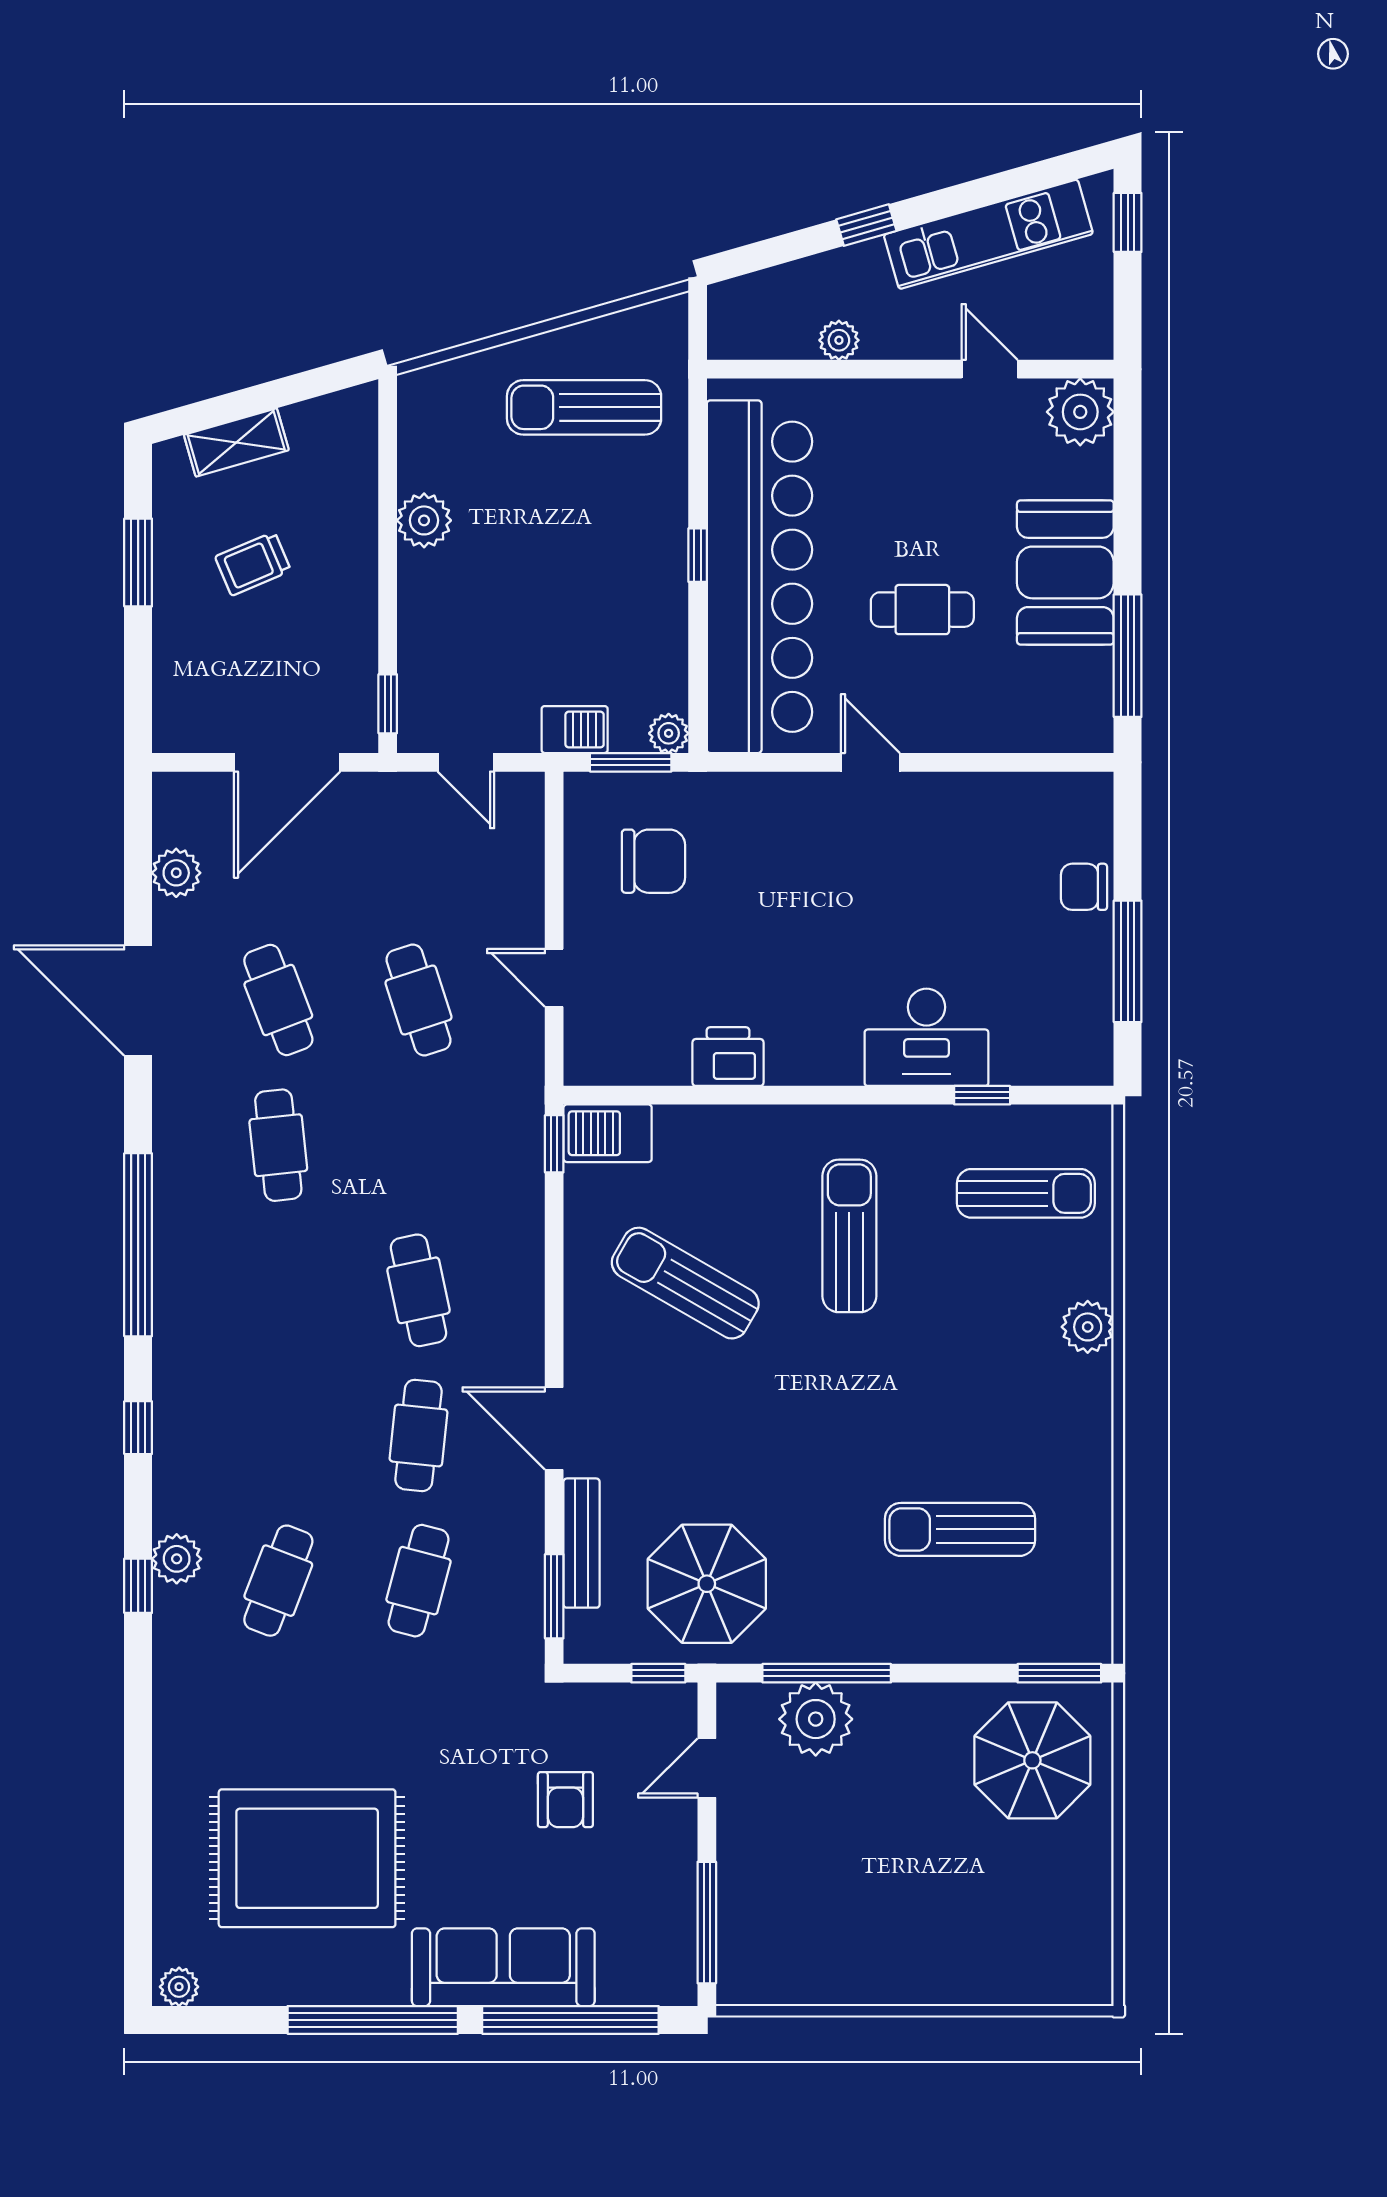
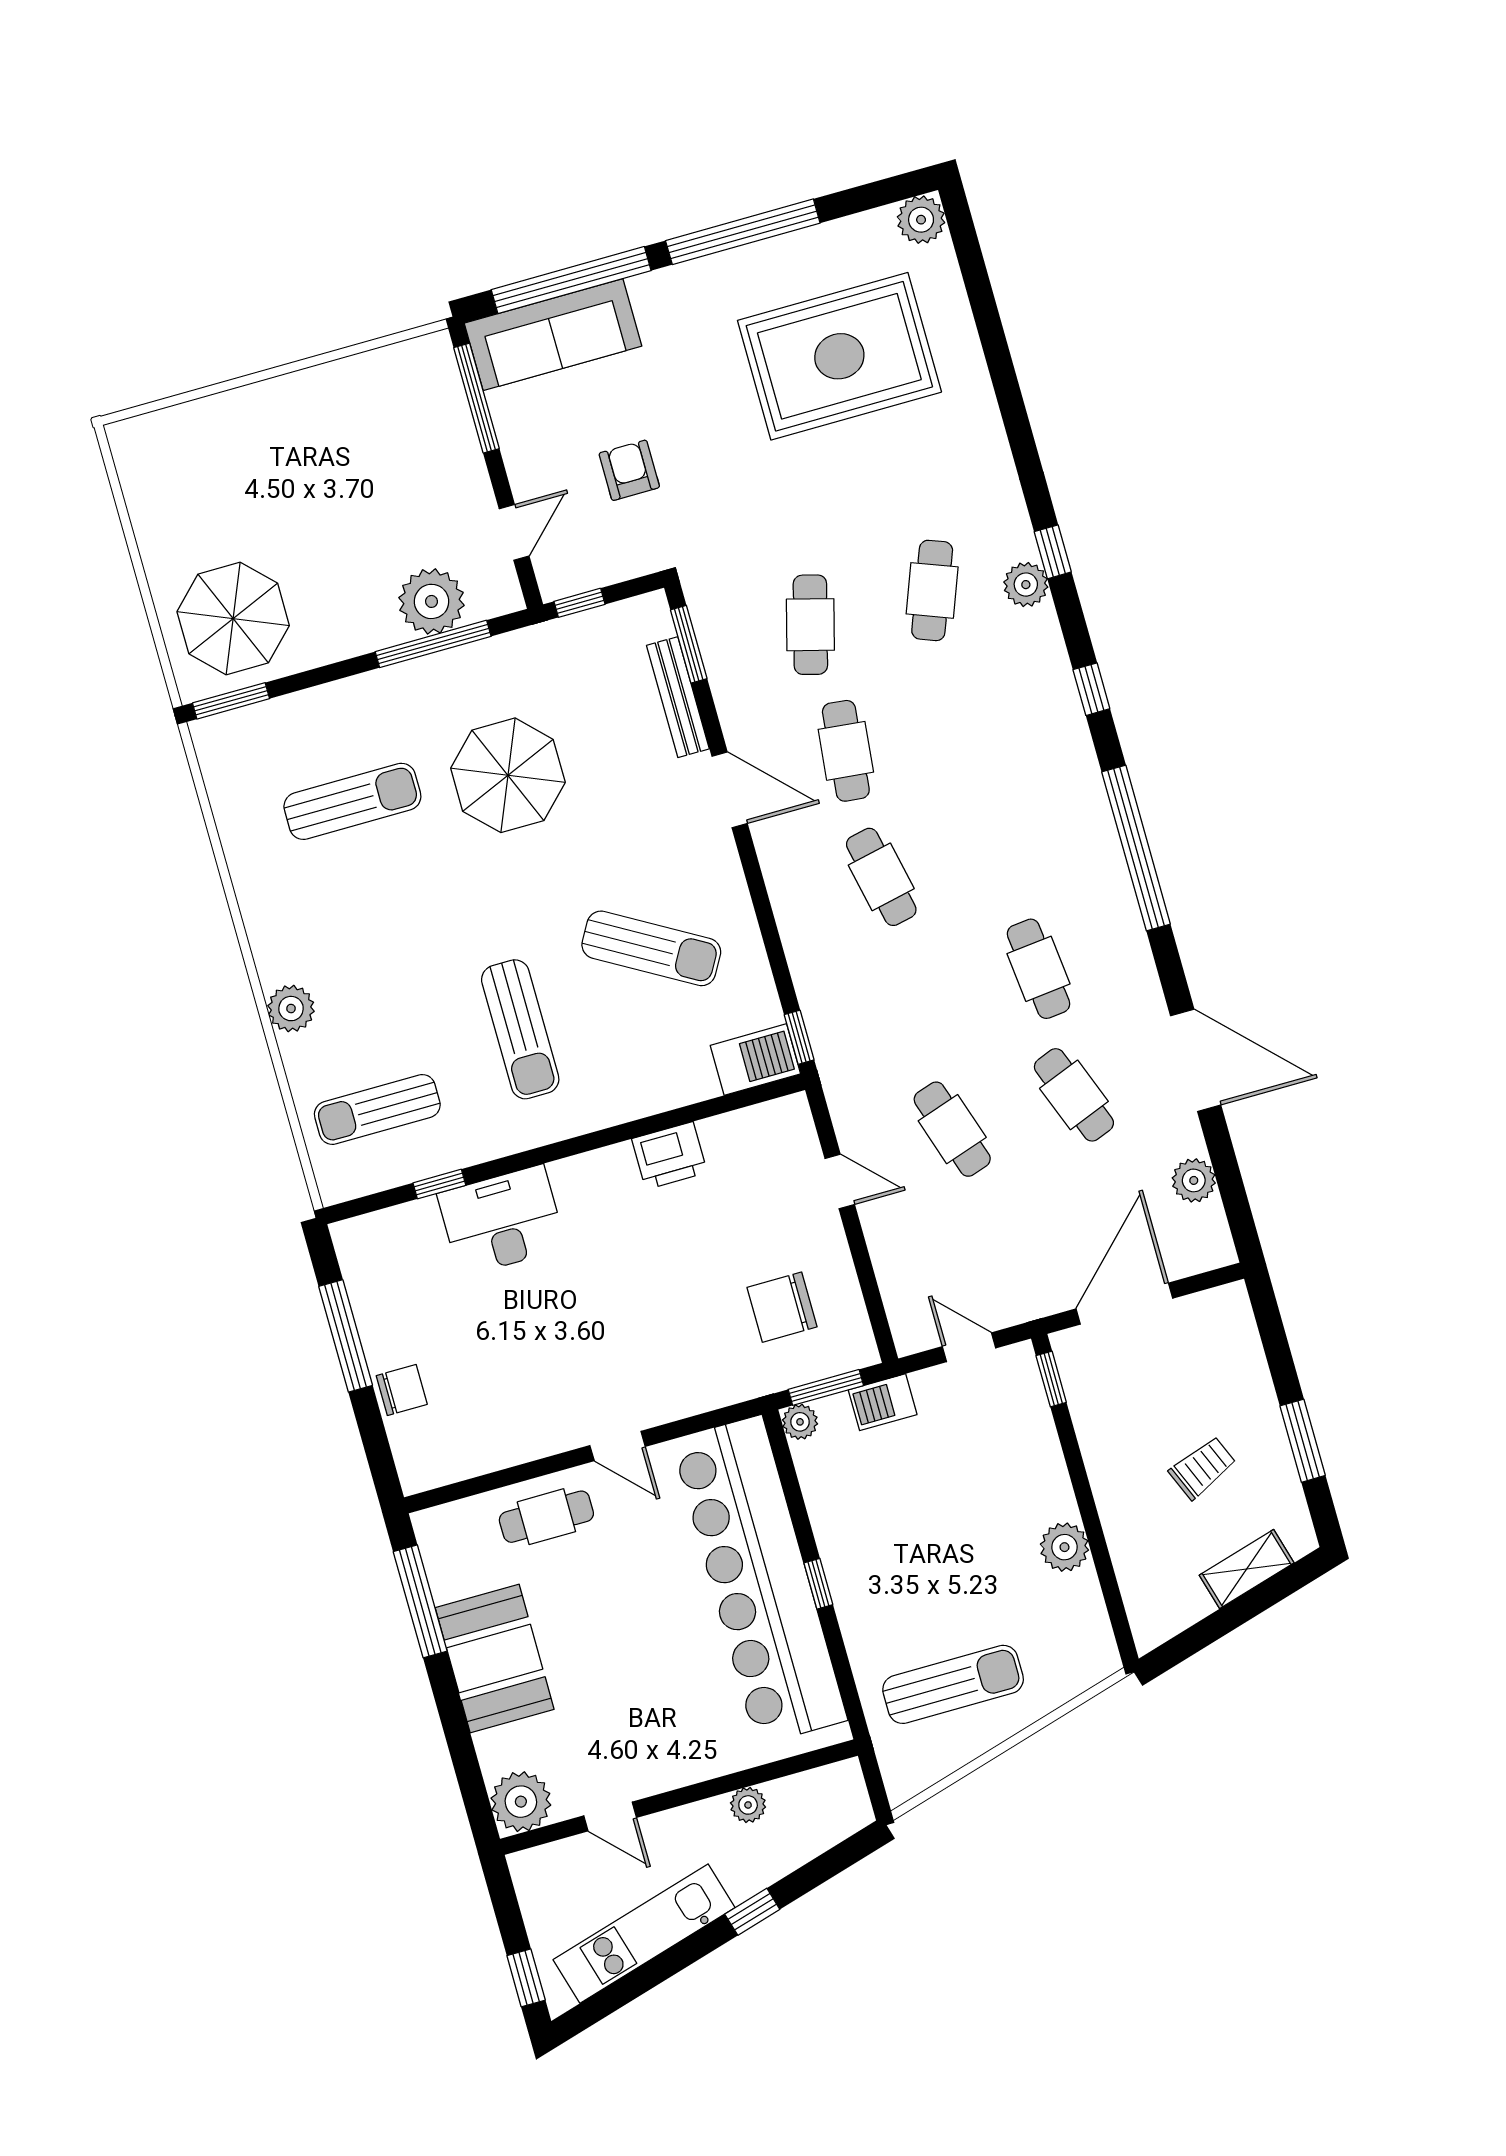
cafe table: (922, 610) -> (546, 1517), moved
parasol: (707, 1584) -> (508, 775), moved
sofa: (503, 1967) -> (553, 335), moved
plant: (179, 1987) -> (921, 220), width x1.38, depth x1.38

